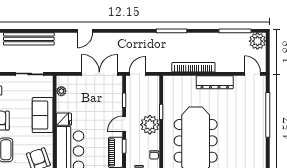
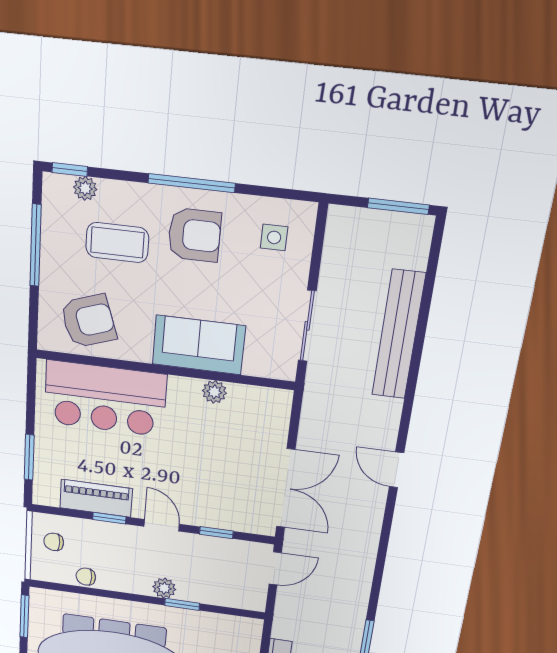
door: (137, 74) -> (275, 568), hinge flipped
plant: (61, 91) -> (214, 392), moved
fridge: (64, 119) -> (184, 394), removed
plant: (150, 125) -> (164, 588), width x0.53, depth x0.53

